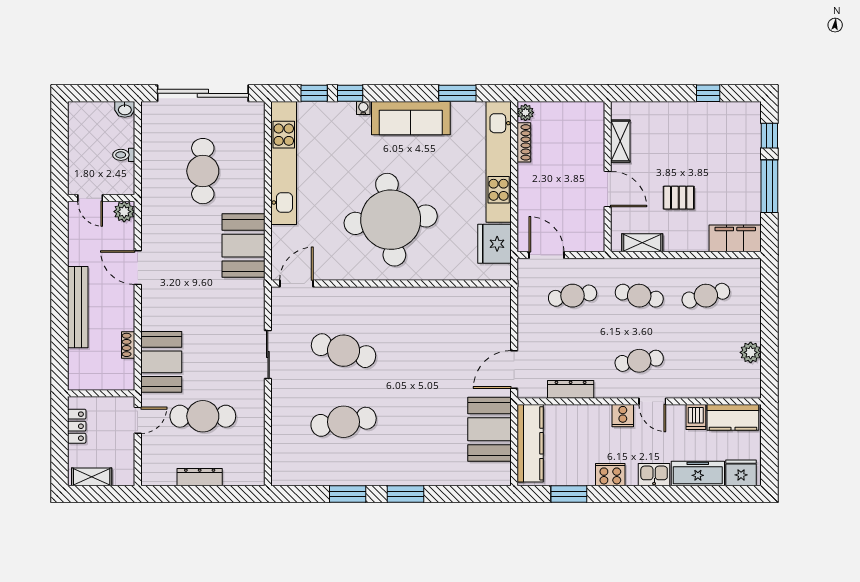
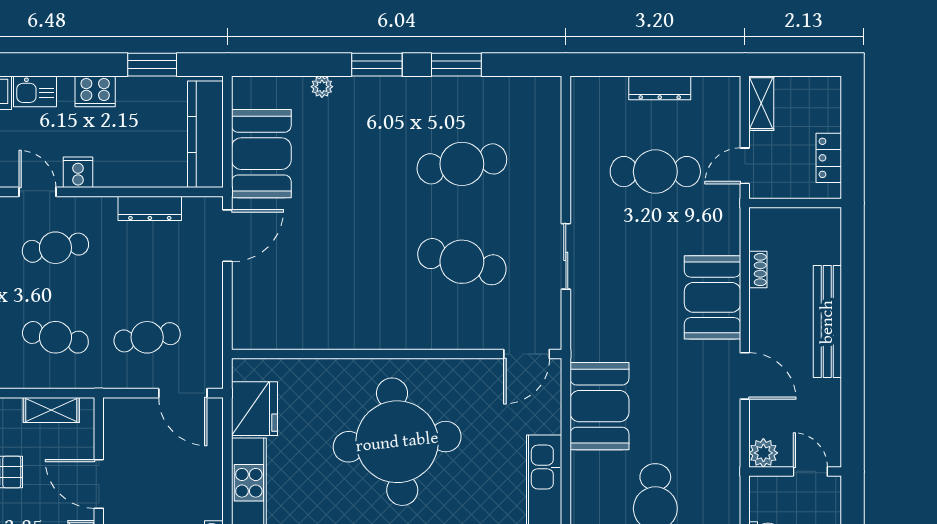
booth: (161, 362) -> (713, 297), moved
shelving: (92, 477) -> (761, 103), moved, turned 90
plant: (445, 478) -> (322, 87), added

